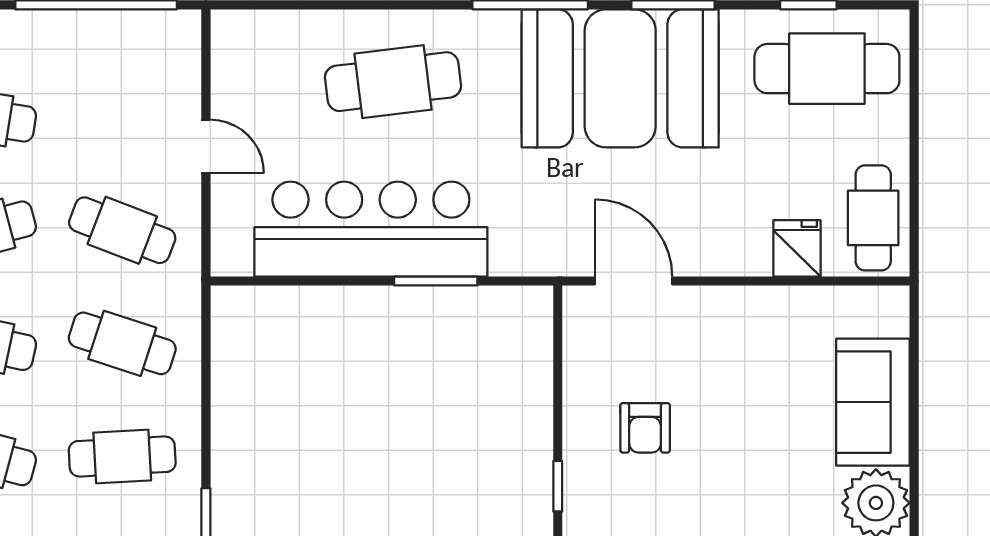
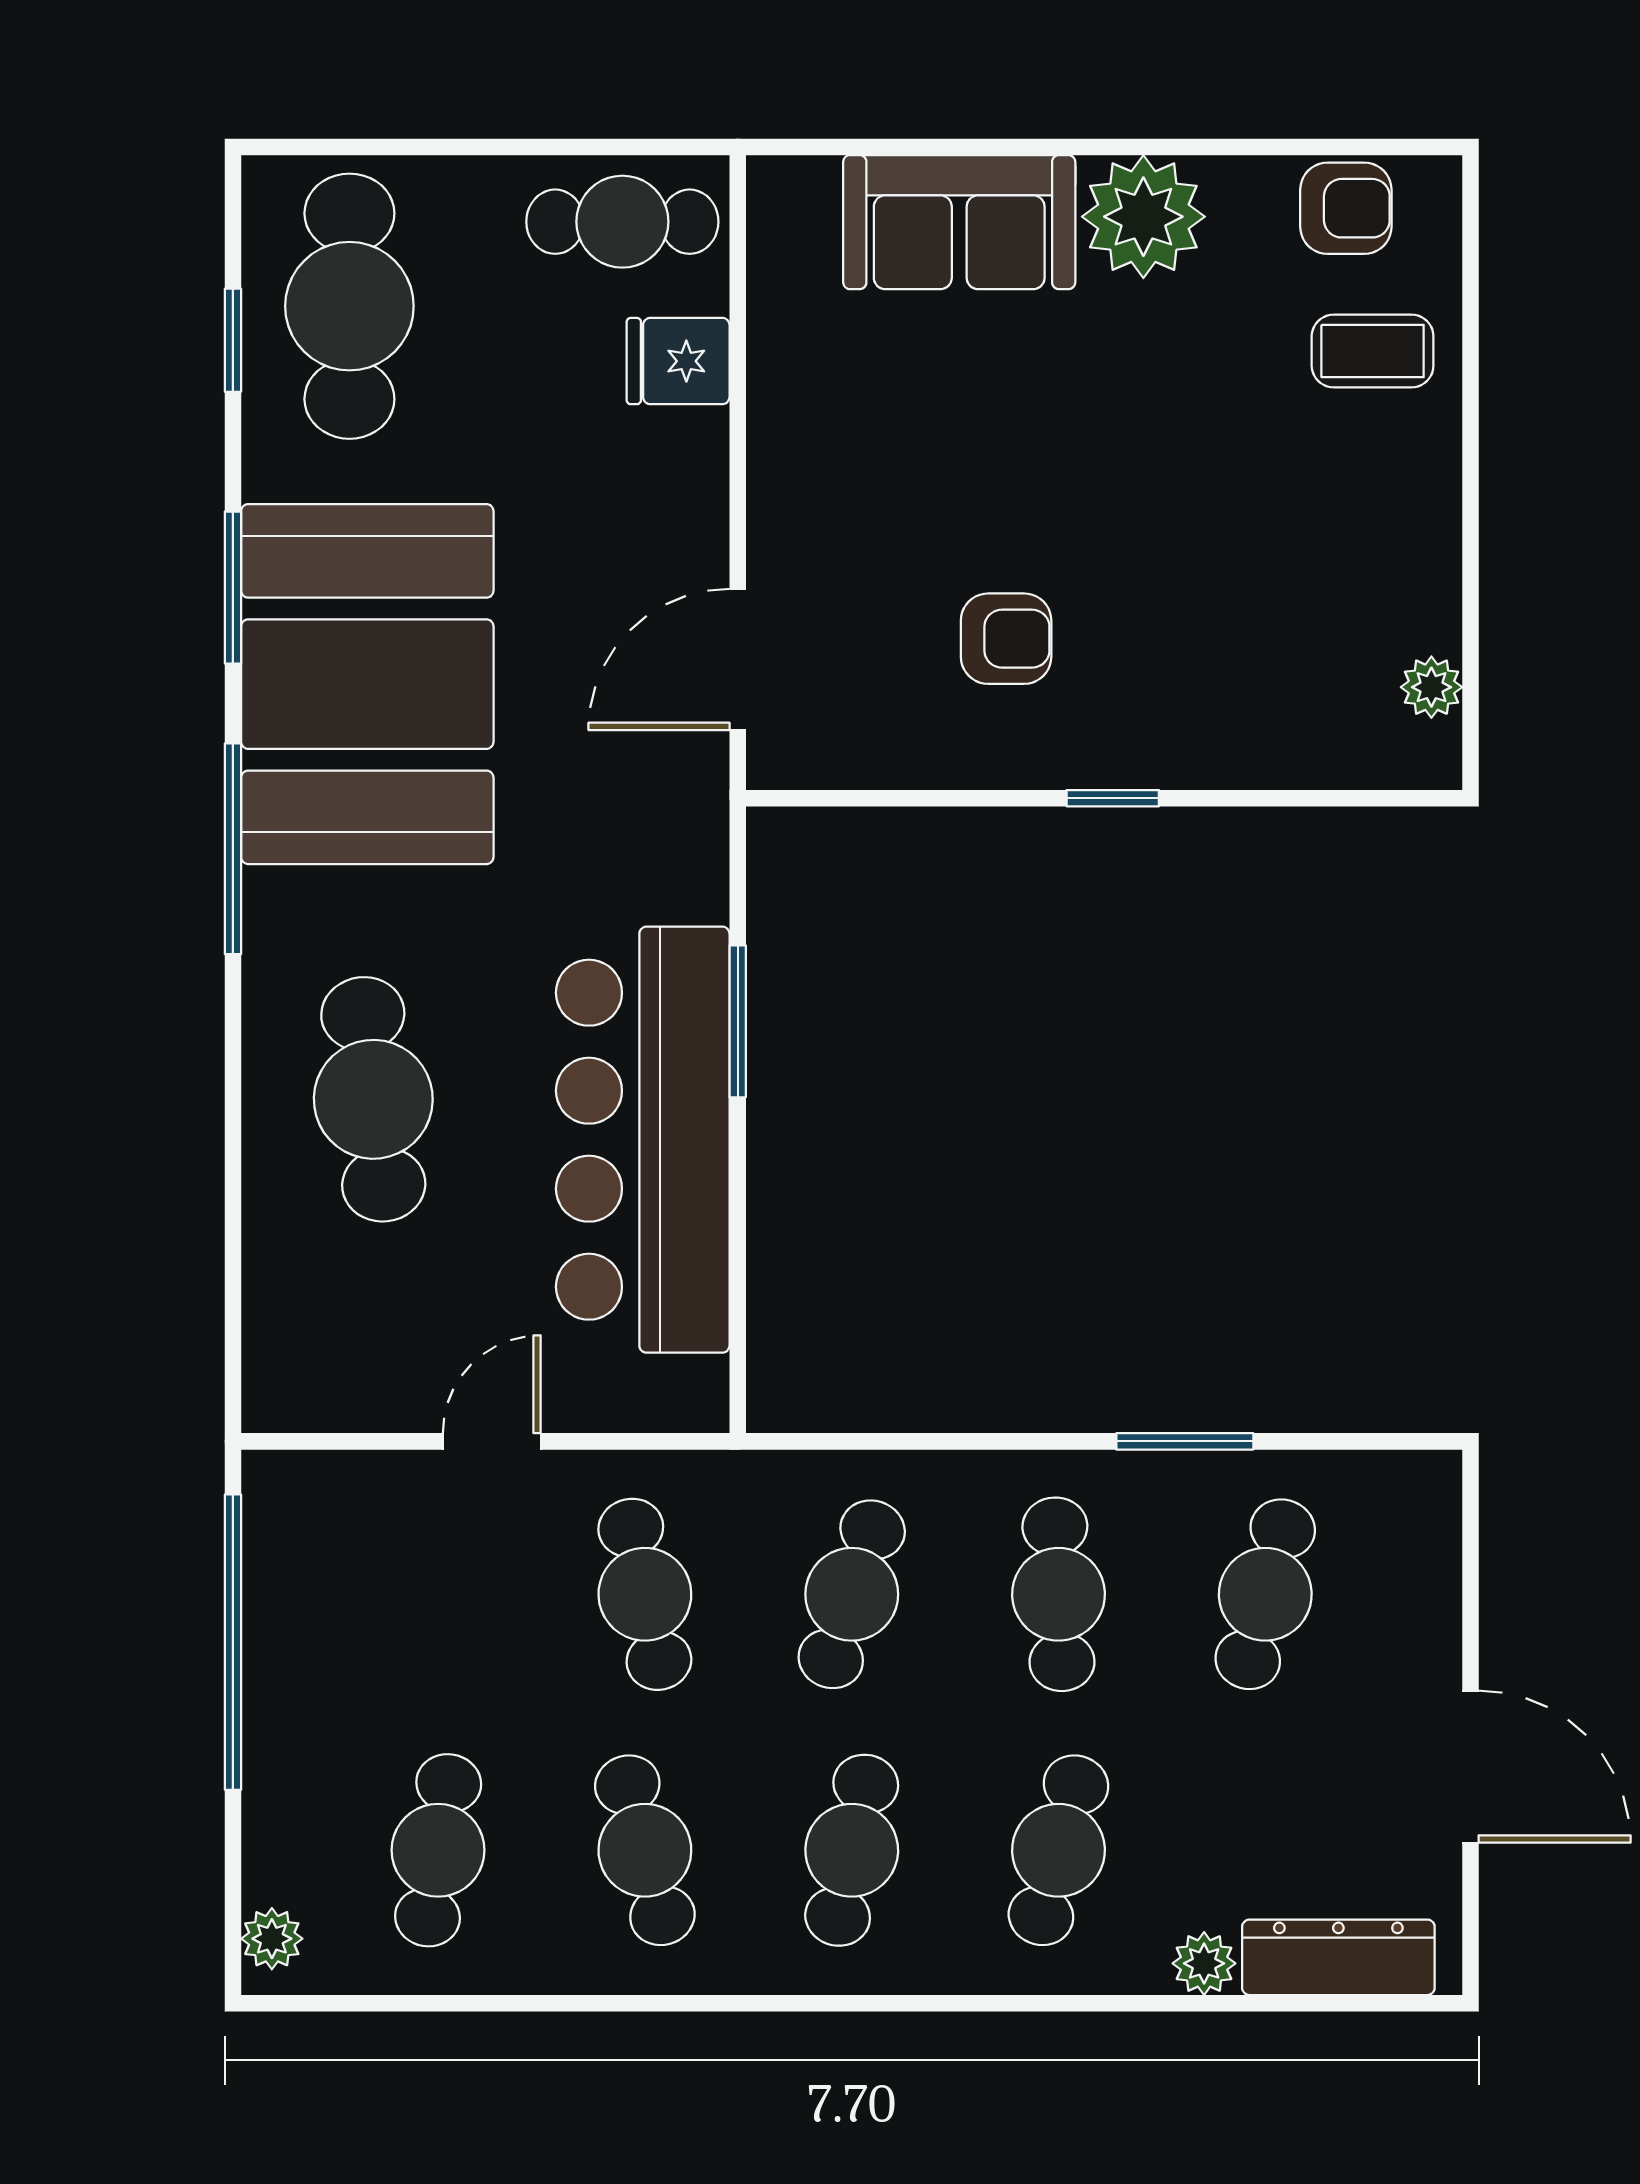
cafe table: (122, 230) -> (645, 1594), turned -33

